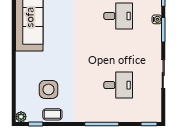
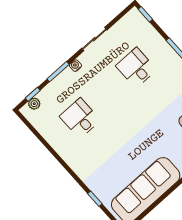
water cooler: (157, 19) -> (75, 66), moved

